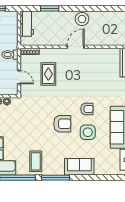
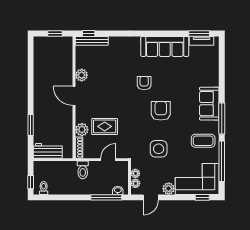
stool: (82, 19) -> (42, 89), removed
plant: (46, 54) -> (82, 130), added
plant: (94, 54) -> (82, 75), added
side table: (88, 132) -> (159, 149), moved
sofa: (79, 167) -> (209, 104), moved

